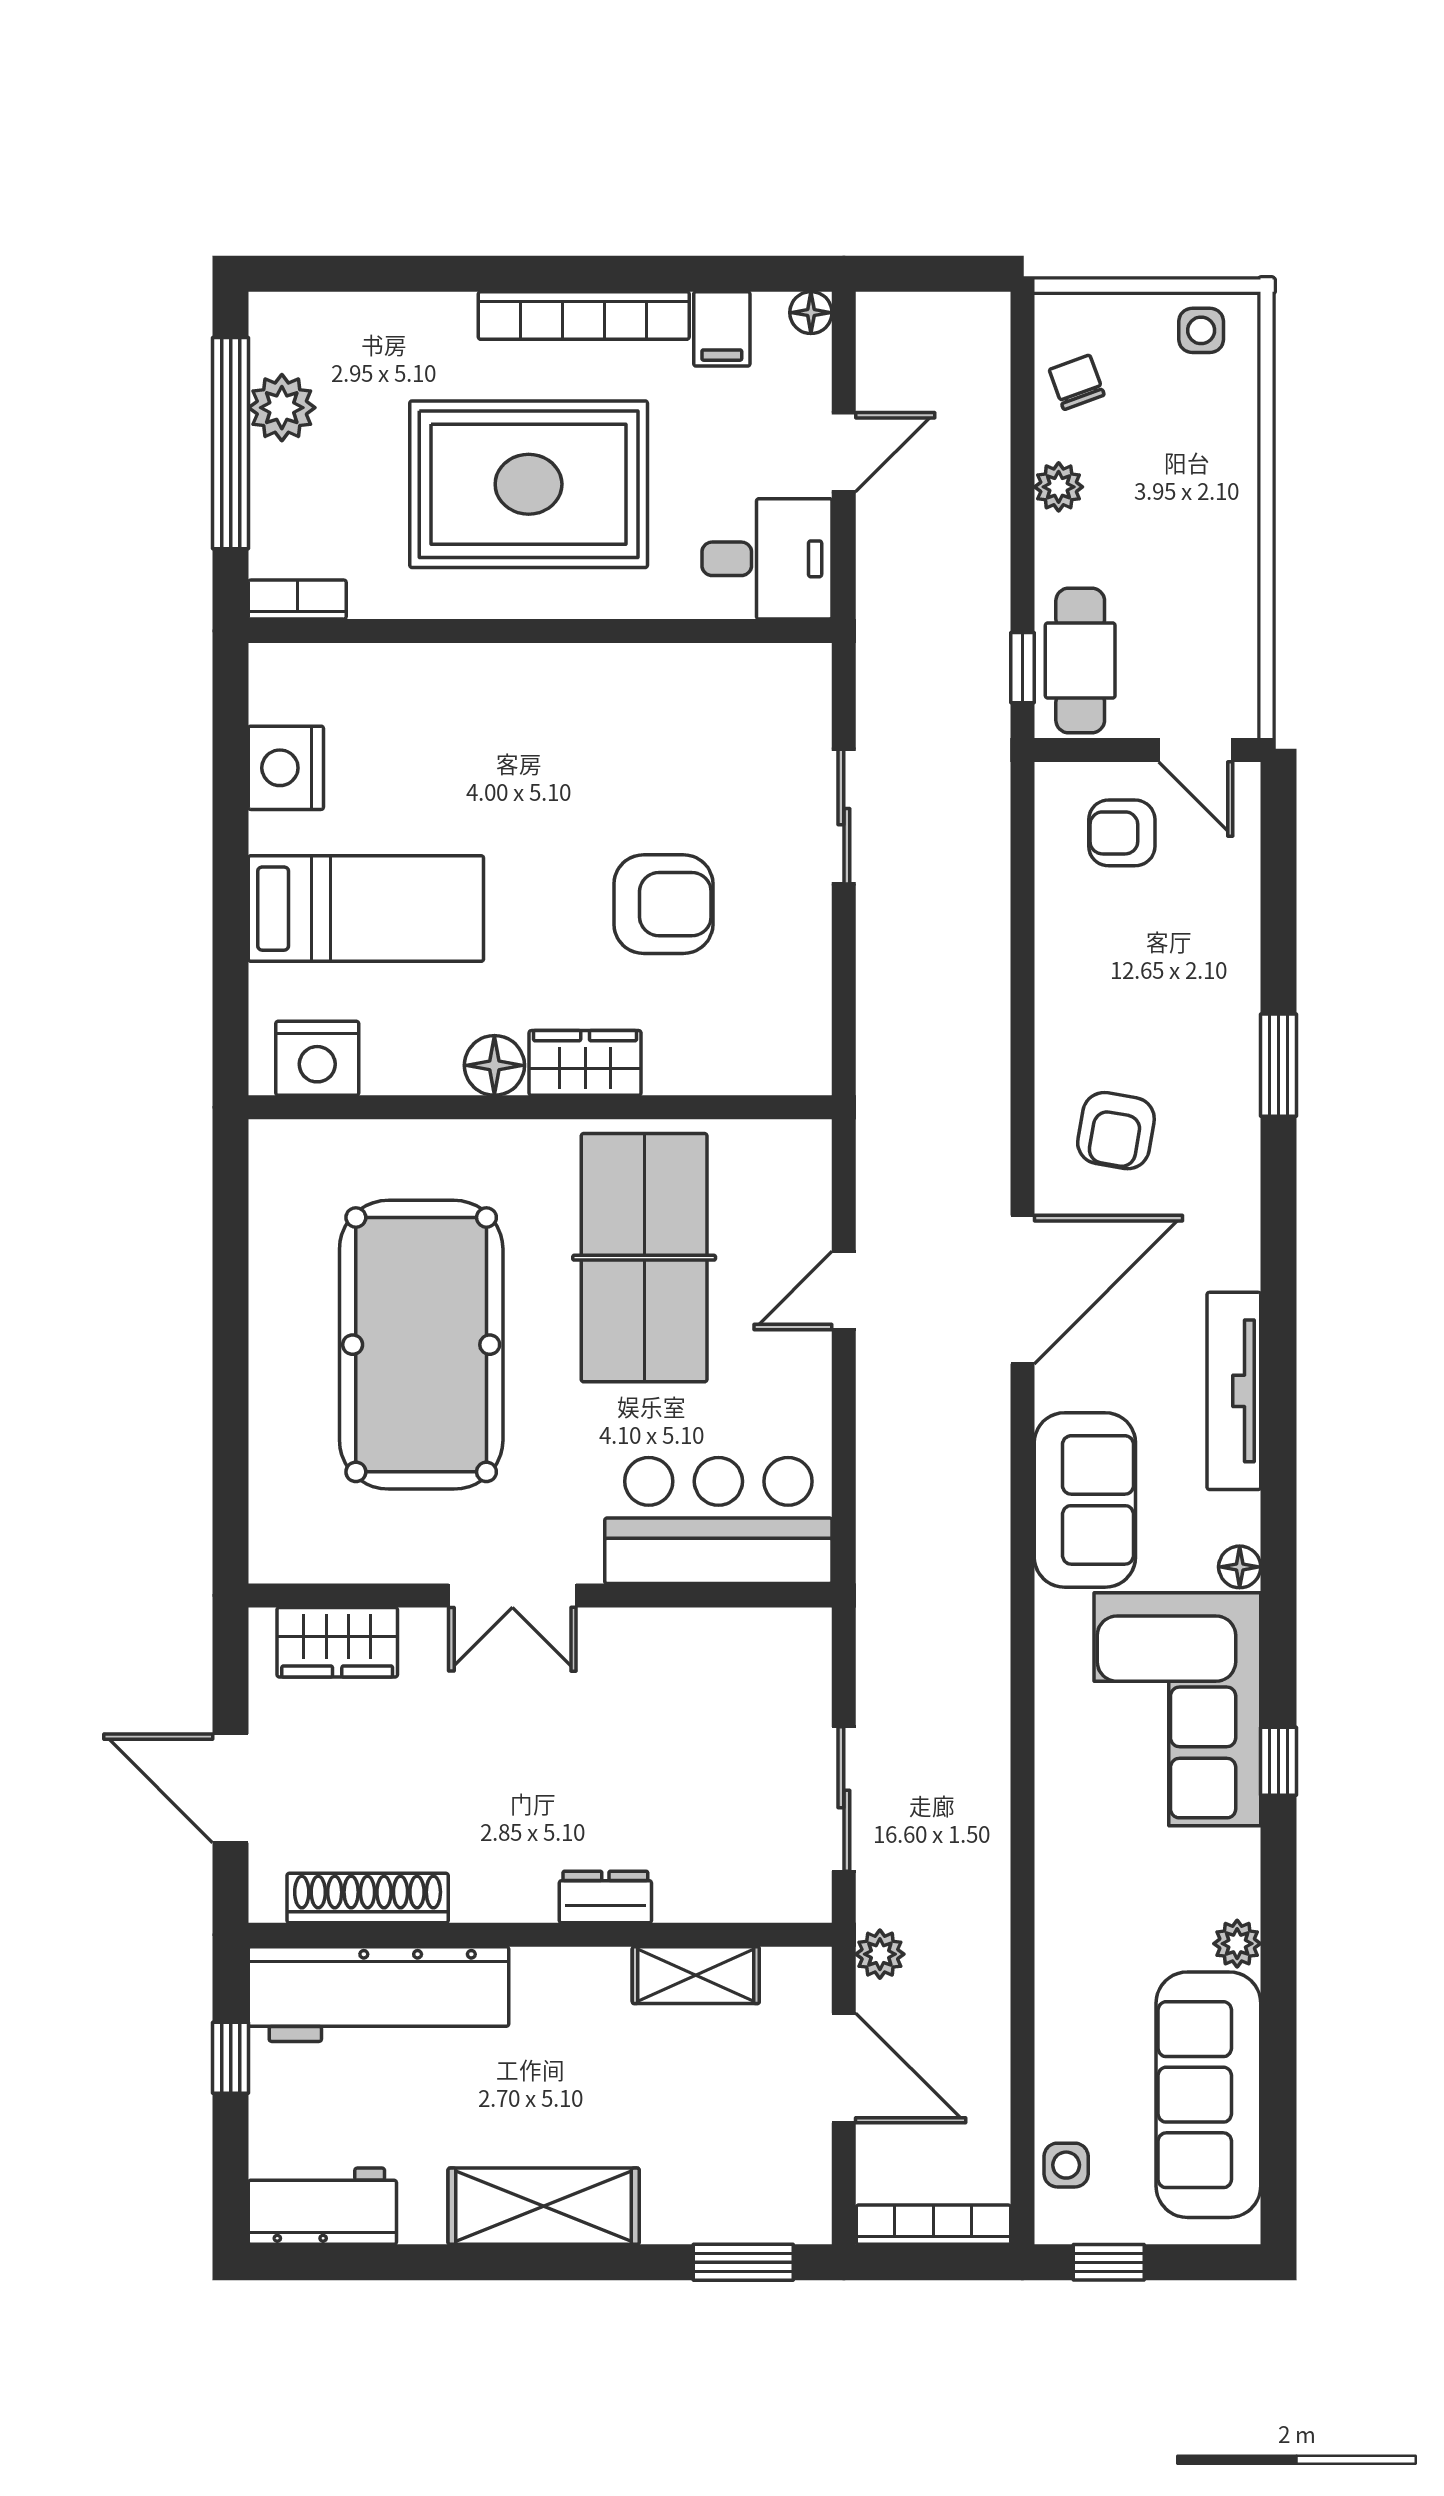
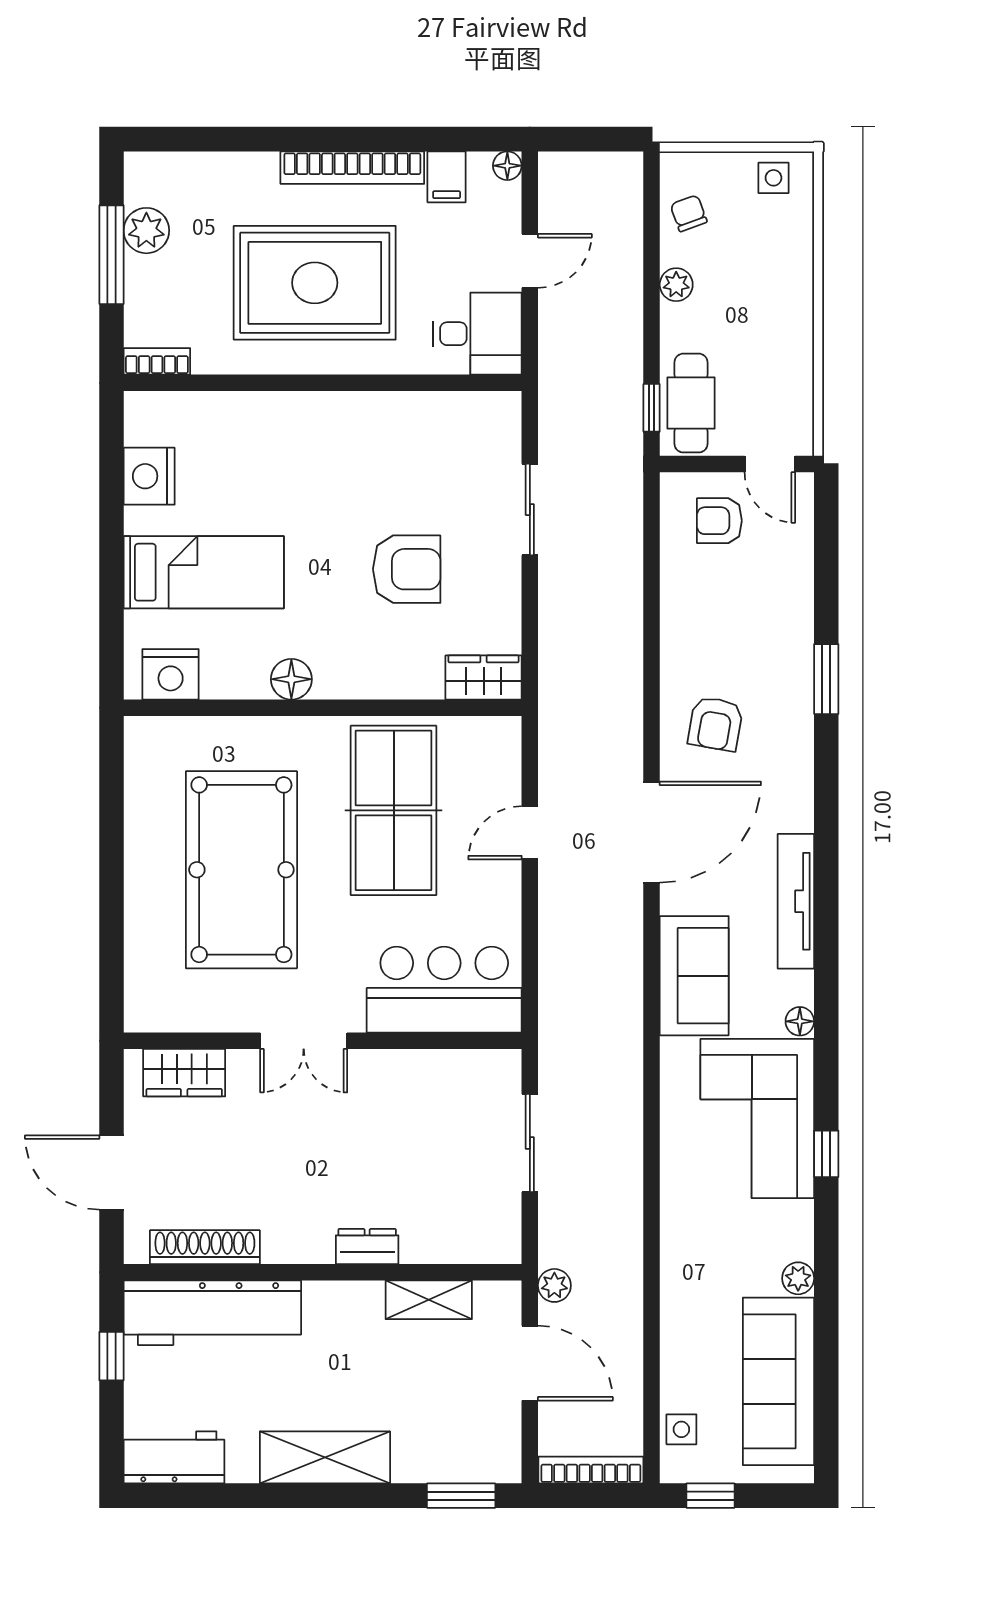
window: (231, 443) -> (111, 255), width x0.68
wardrobe: (585, 1063) -> (484, 678), moved
sliding door: (844, 1799) -> (530, 1143), moved

